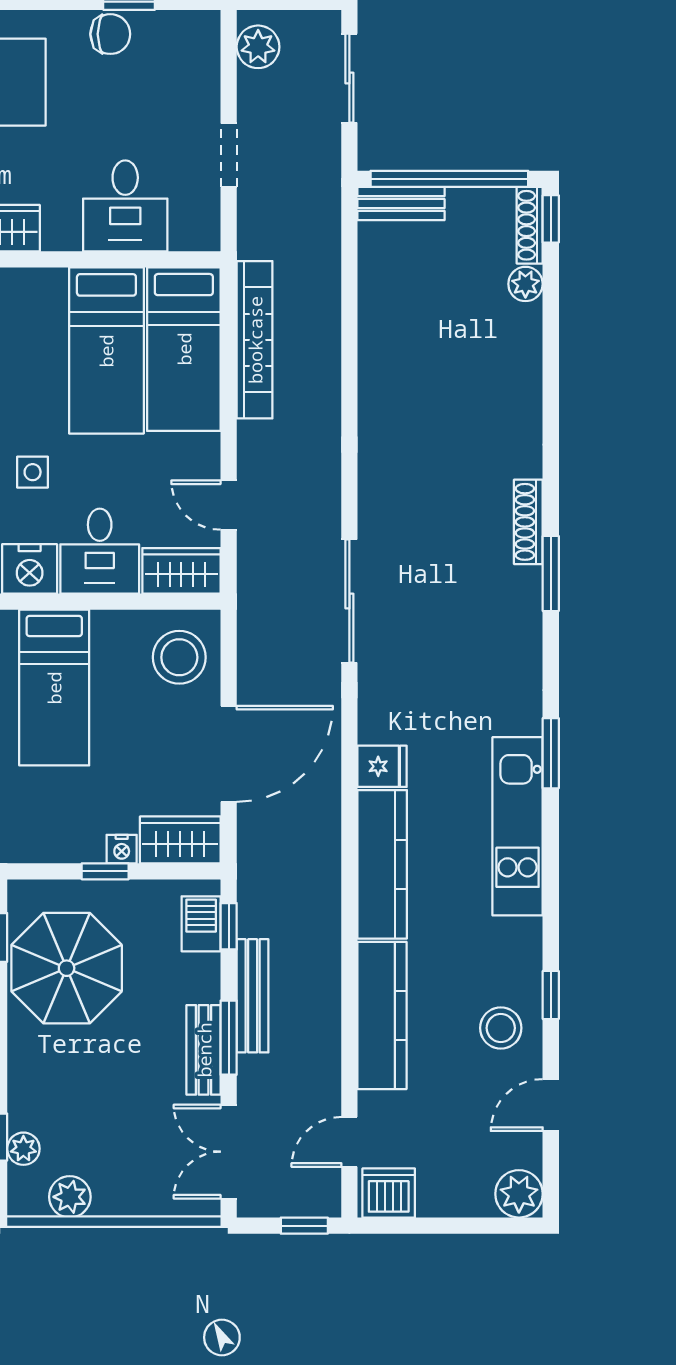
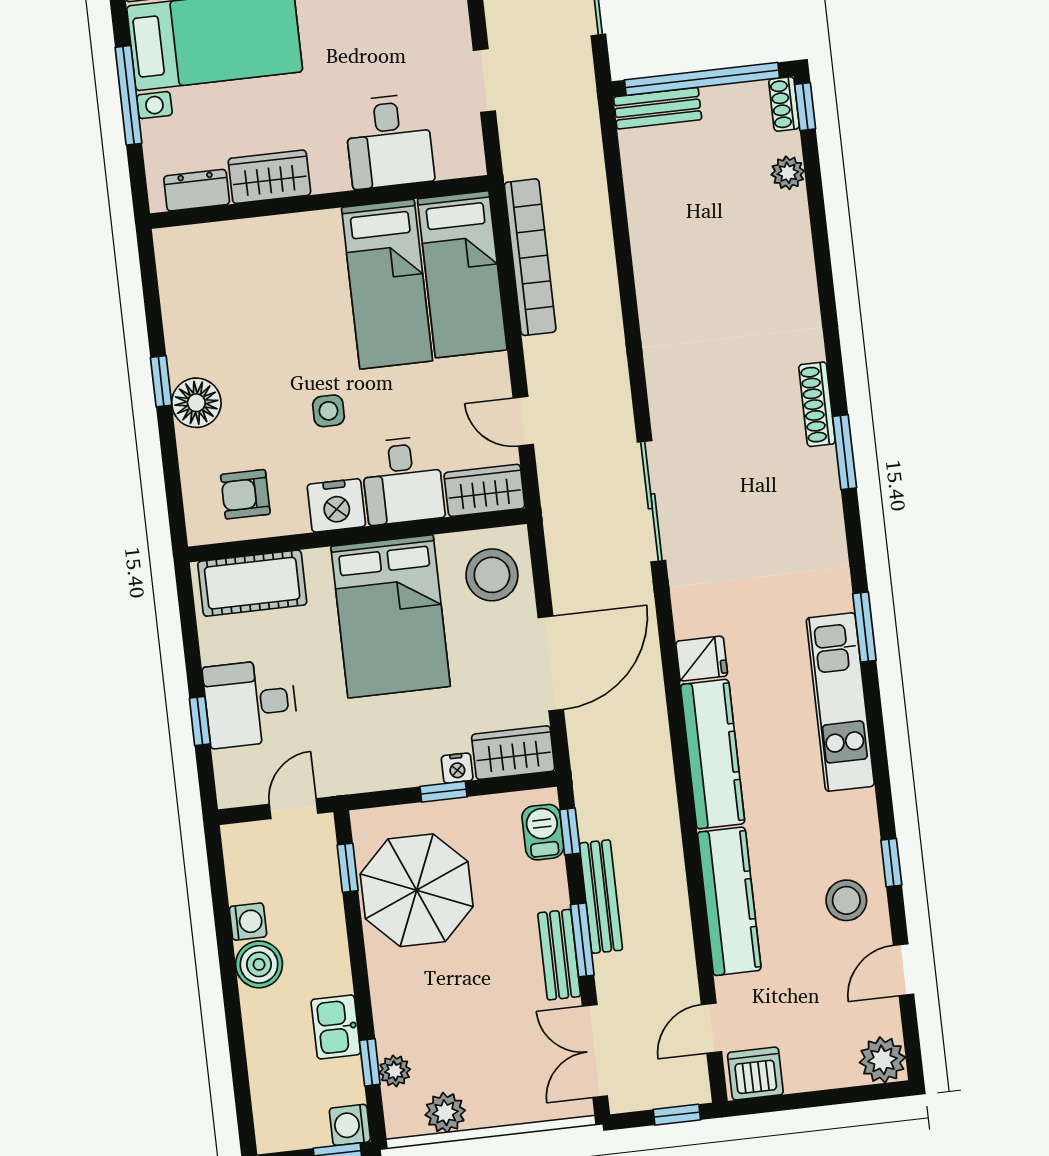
shoe rack: (530, 225) -> (784, 104), width x0.70
bed: (54, 688) -> (391, 616), width x1.50

